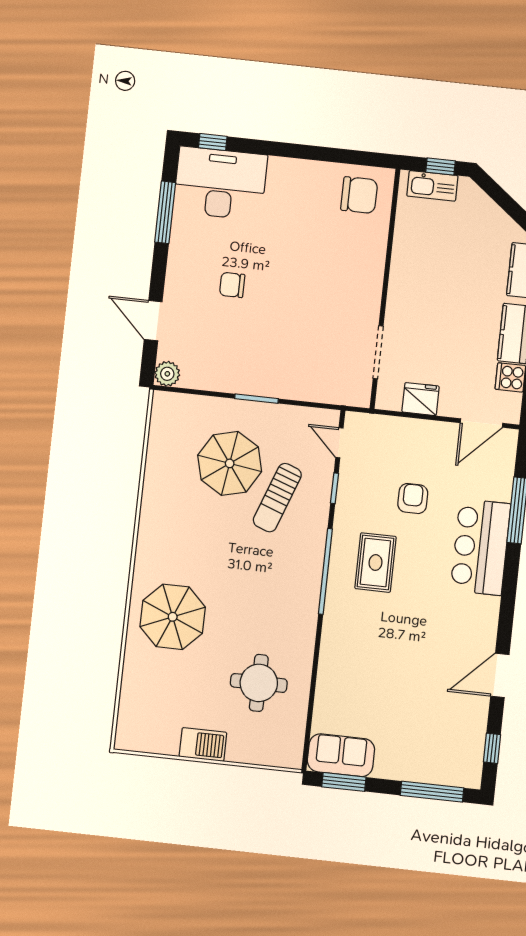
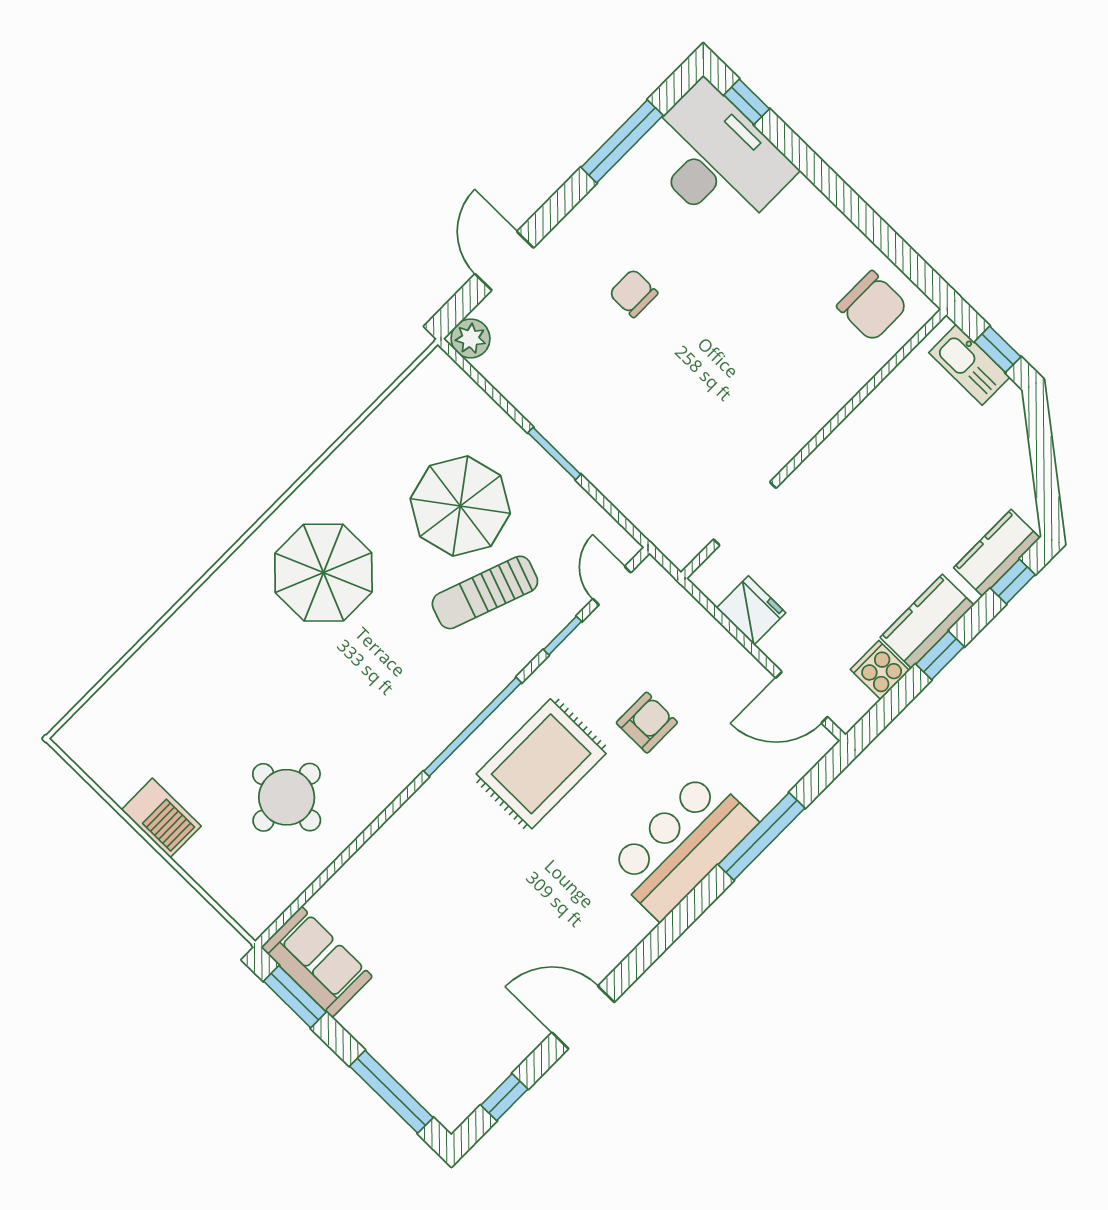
rug: (375, 563) -> (541, 764), width x1.36, depth x1.43
parasol: (173, 617) -> (323, 573), moved

